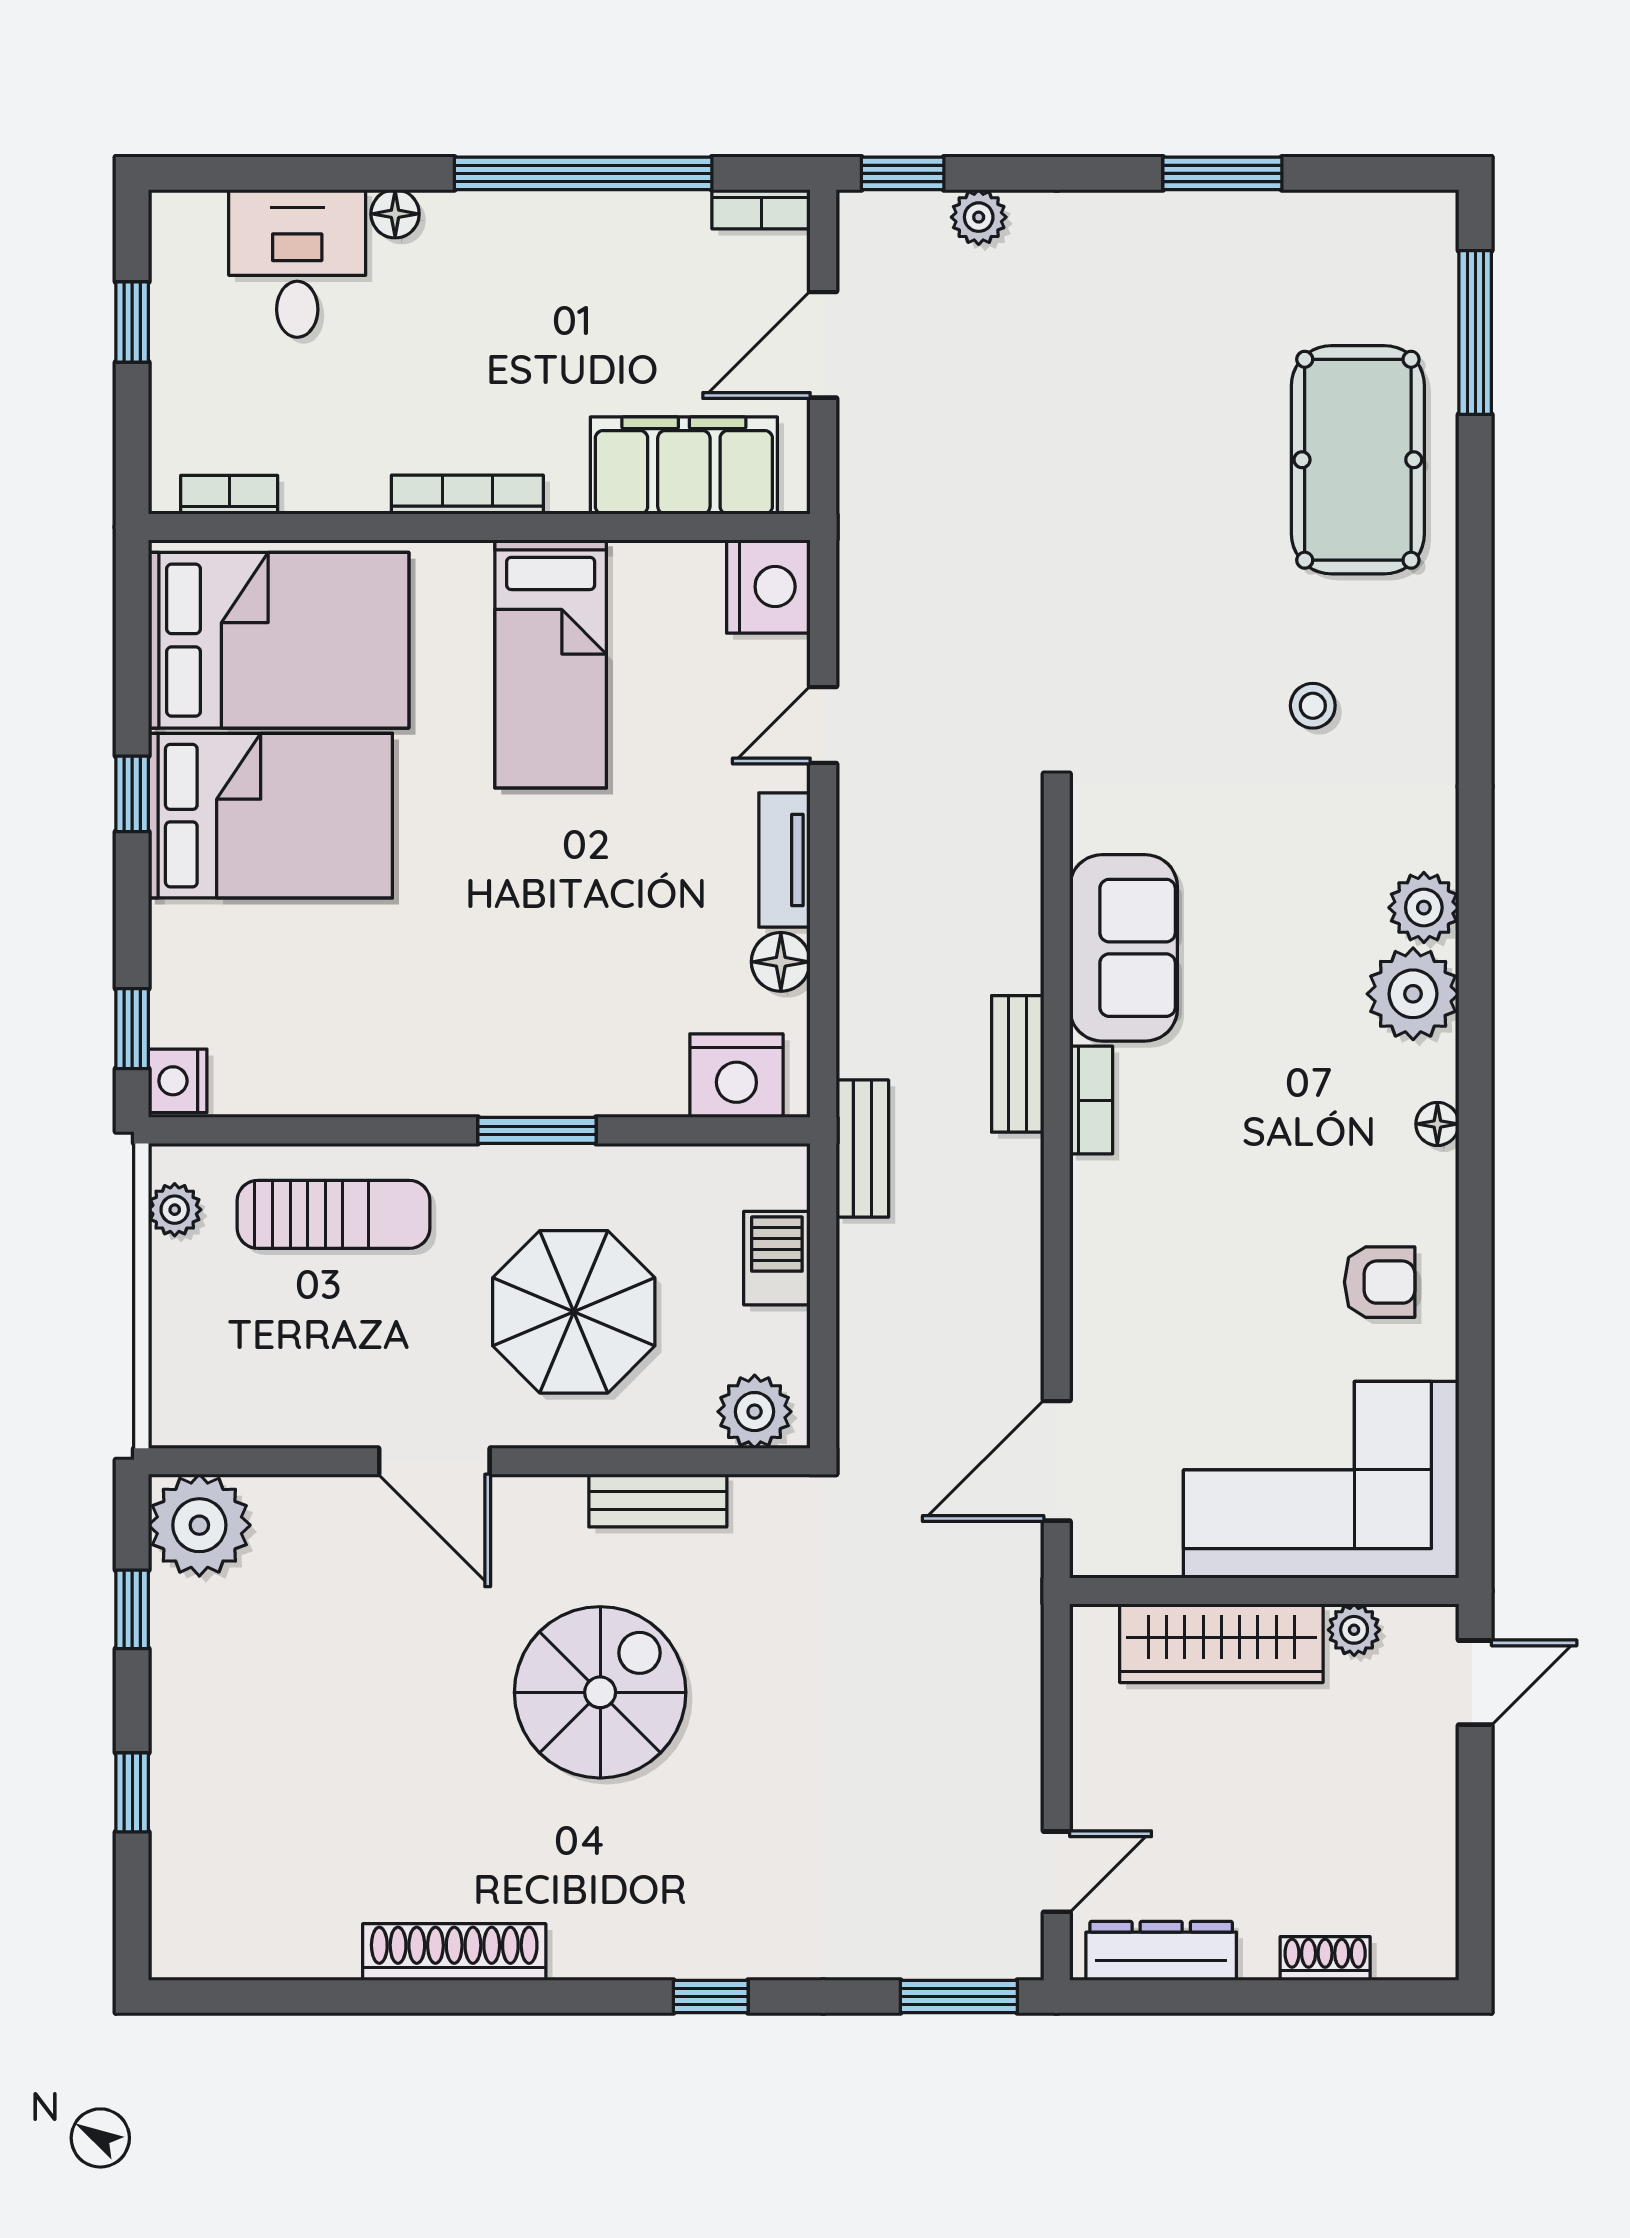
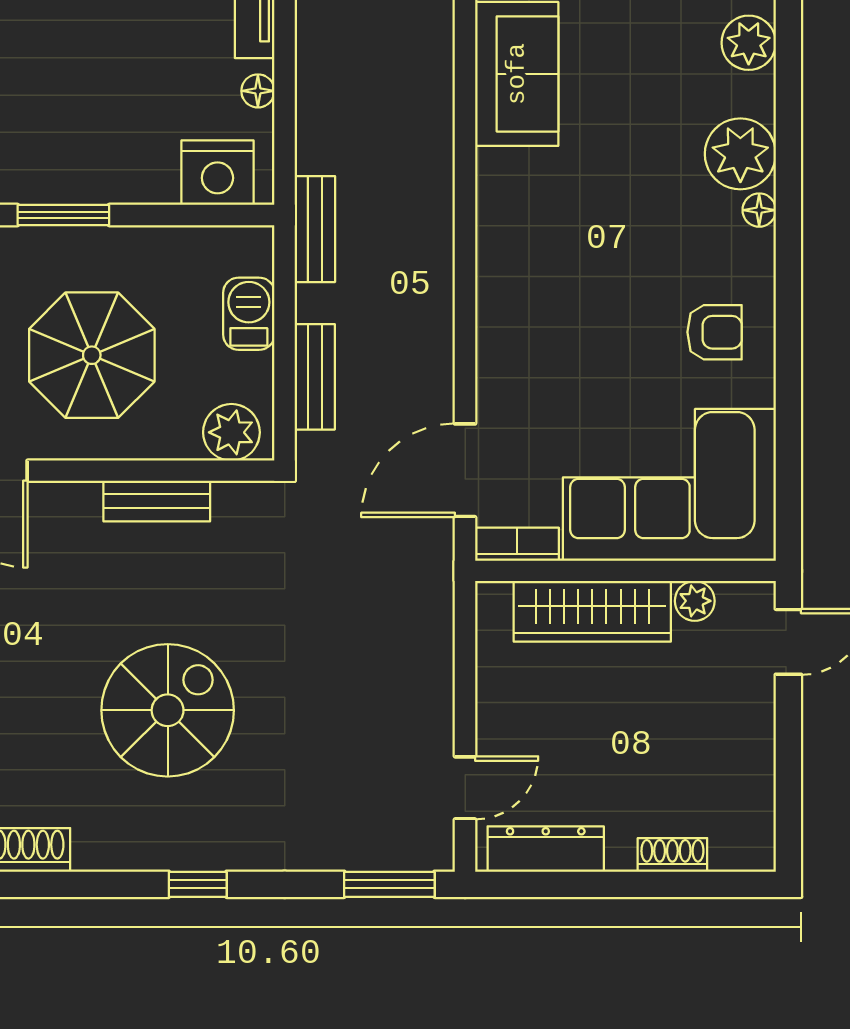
floor lamp: (781, 962) -> (258, 91), width x0.73, depth x0.73
plant: (1413, 994) -> (740, 154), moved
bench: (1018, 1064) -> (315, 377), moved
bookcase: (1091, 1100) -> (517, 544), moved, turned -90
spiral stairs: (600, 1692) -> (168, 710), moved

